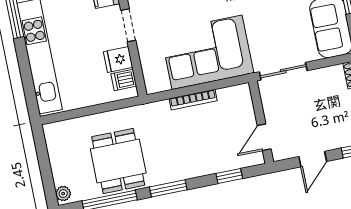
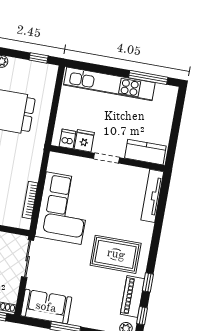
bookcase: (193, 100) -> (30, 200), moved
window: (42, 152) -> (39, 58), added

